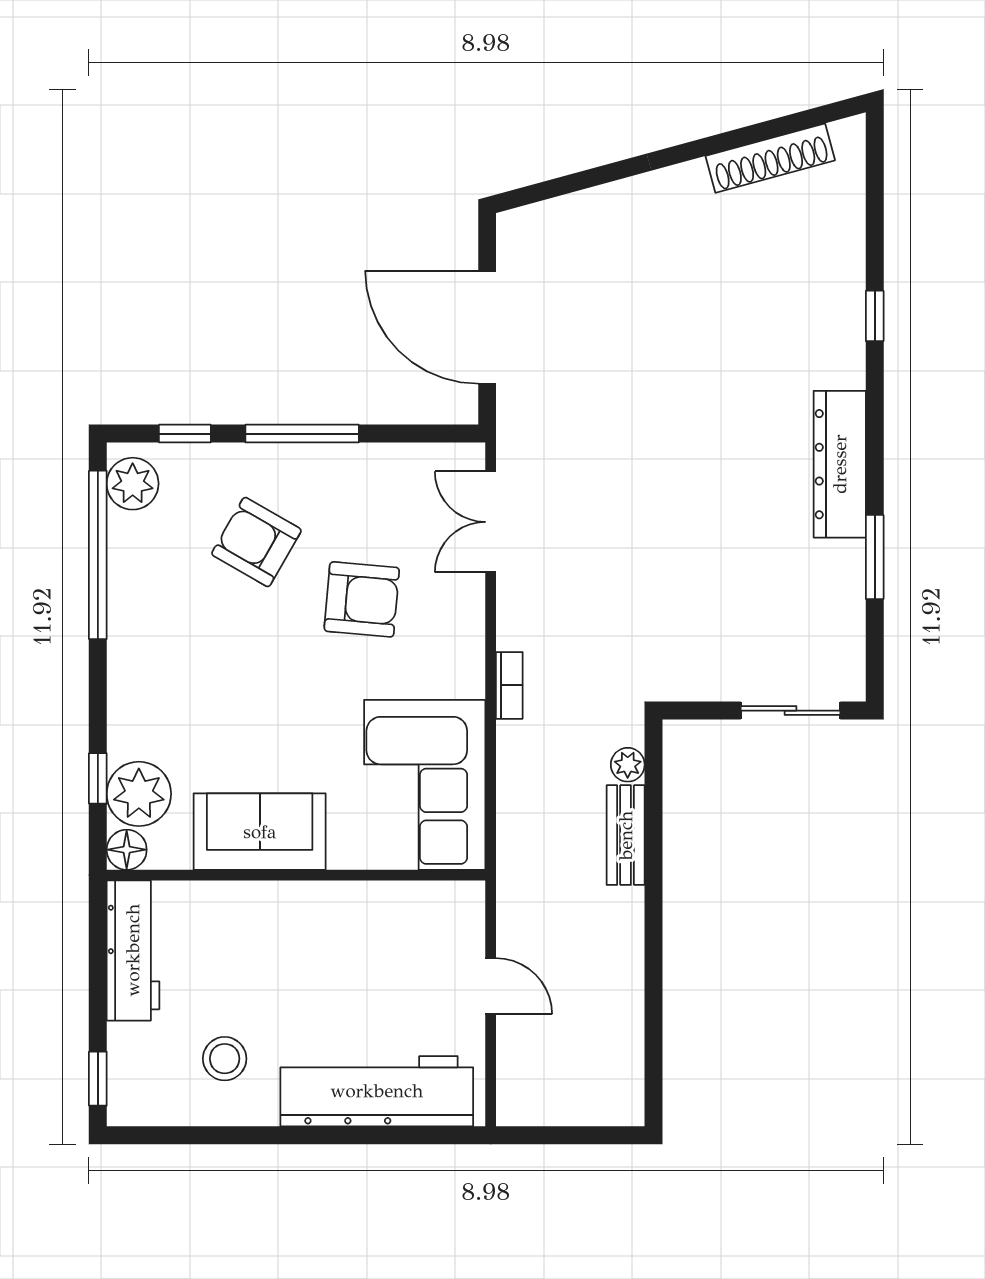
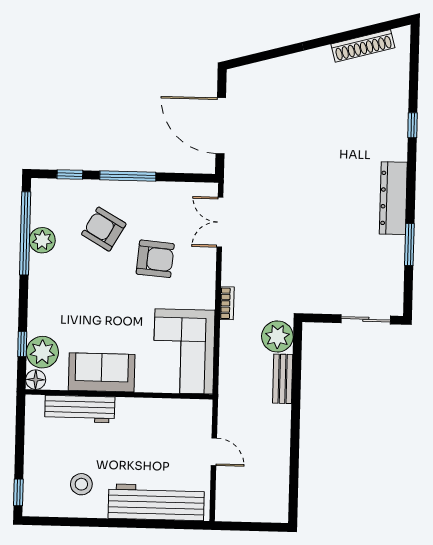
plant: (133, 484) -> (42, 240), moved
plant: (628, 765) -> (277, 337), width x1.88, depth x1.88
workbench: (133, 950) -> (80, 409), moved, turned 90

